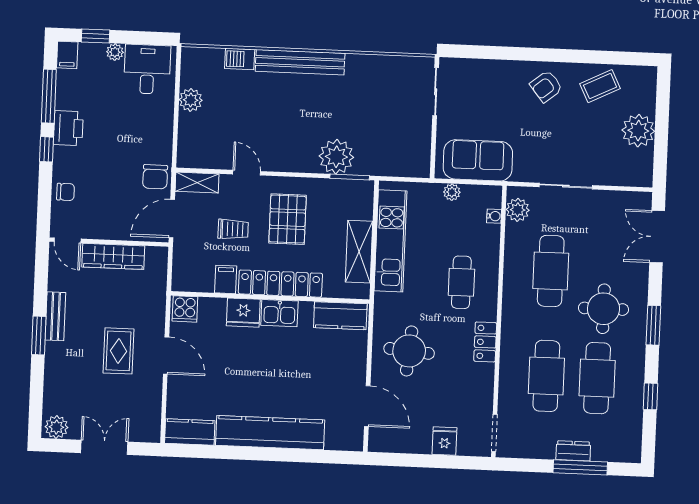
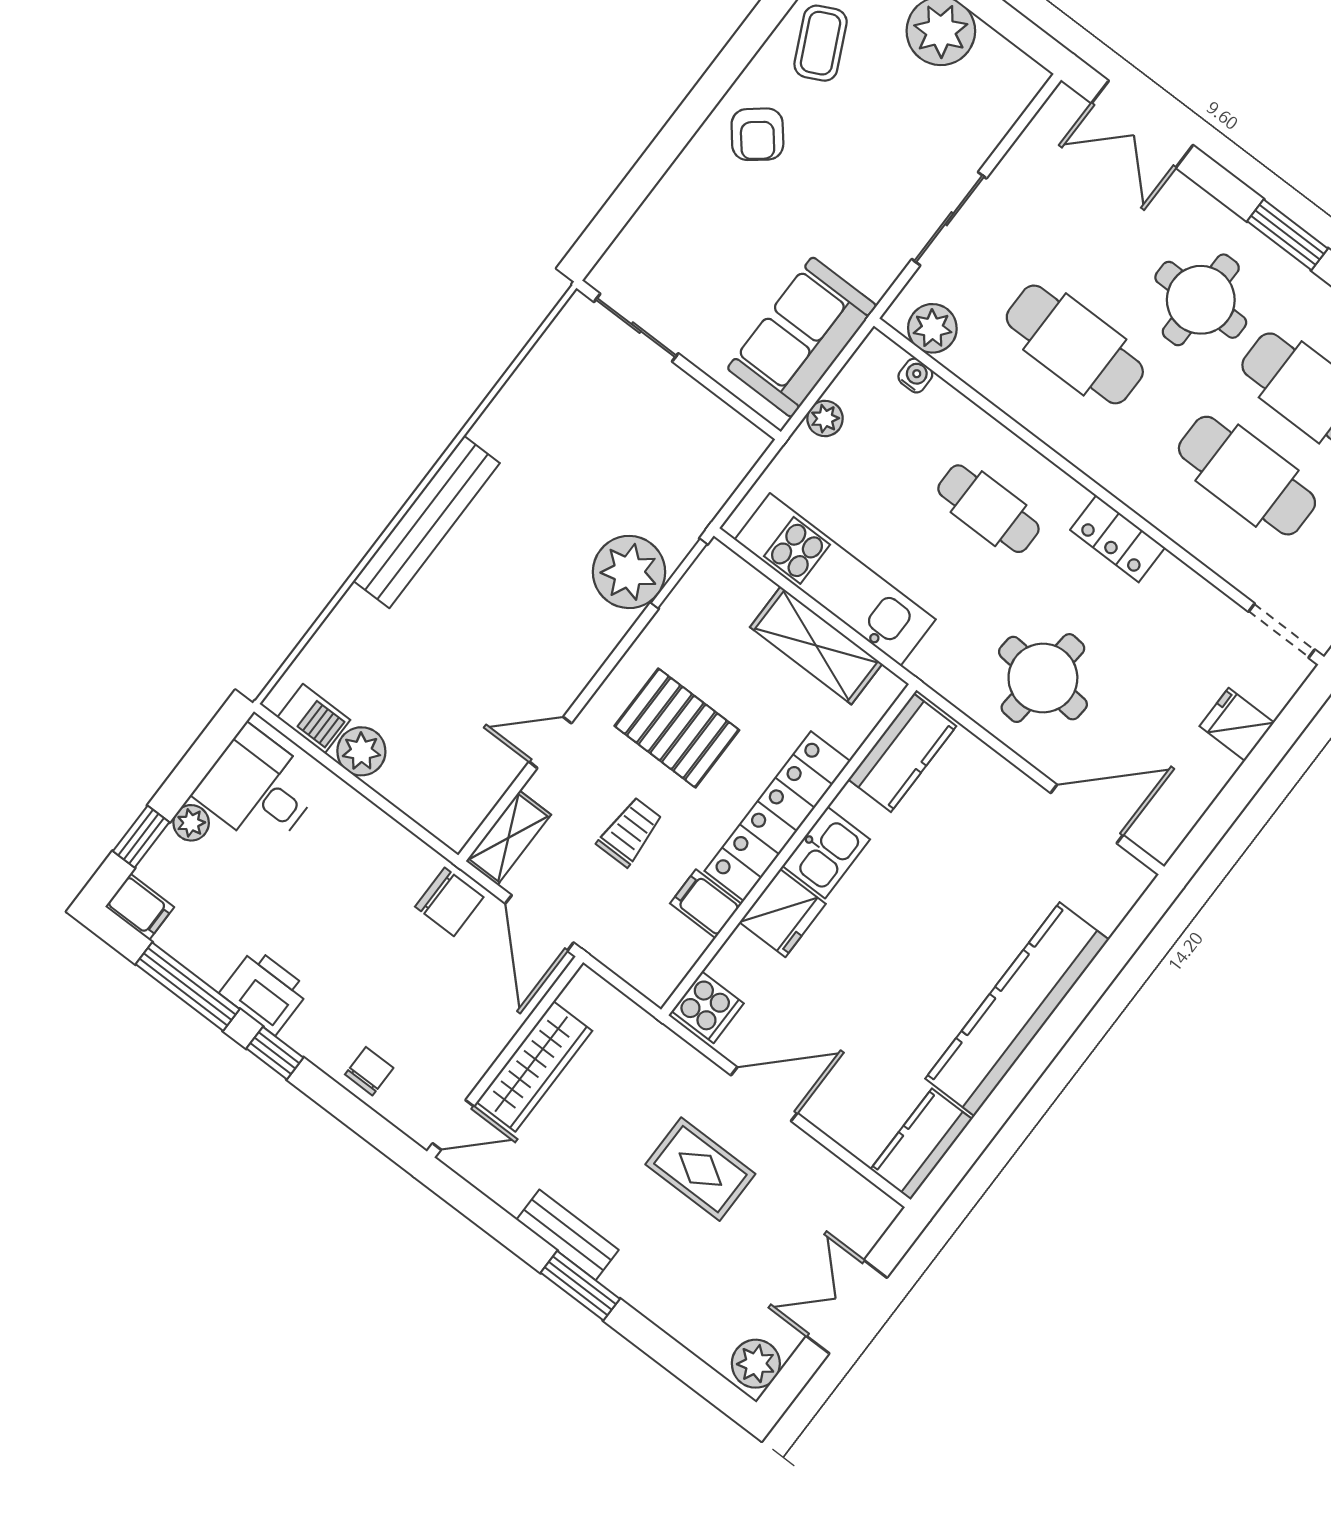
barbecue: (240, 59) -> (314, 719), moved, turned -90

